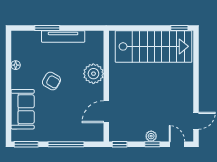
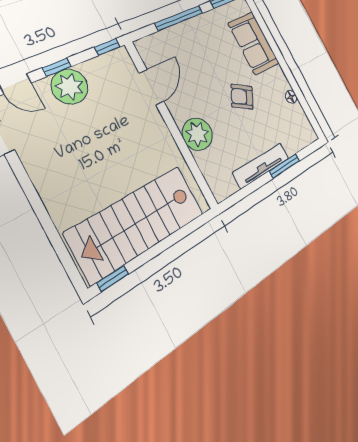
plant: (151, 136) -> (70, 87), width x1.88, depth x1.88

